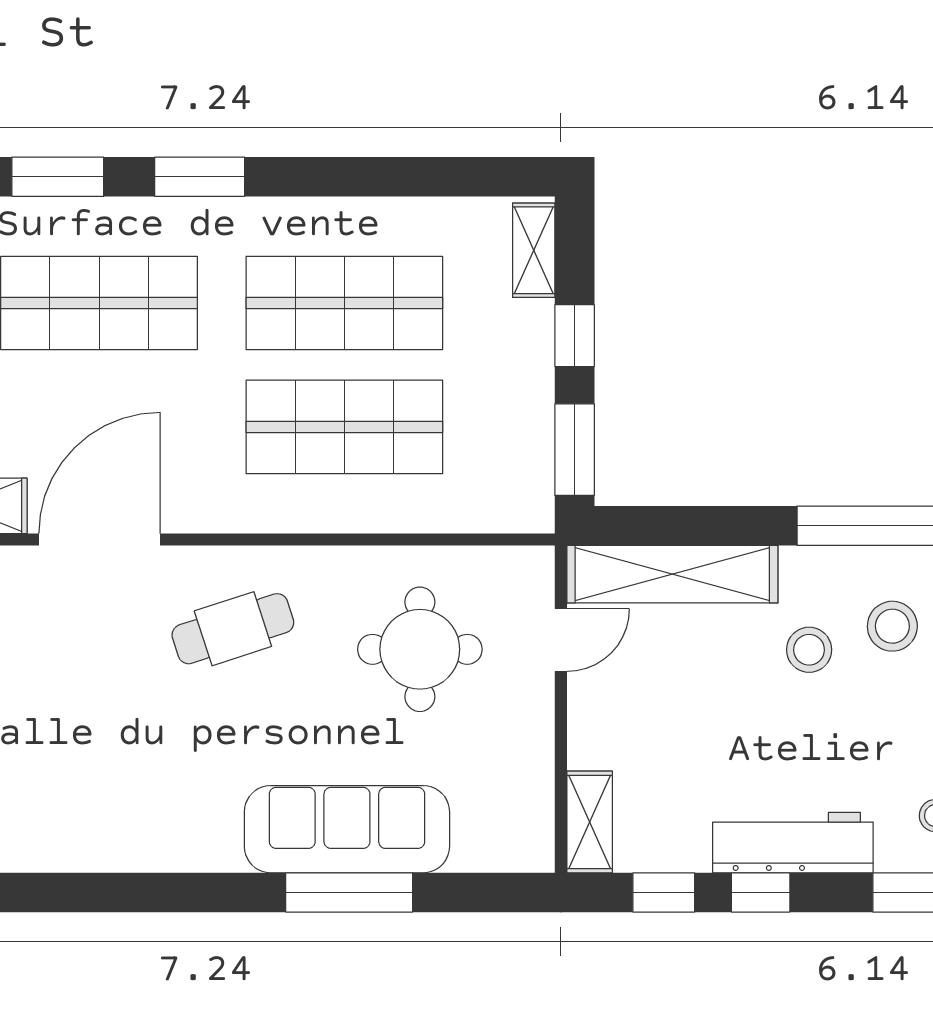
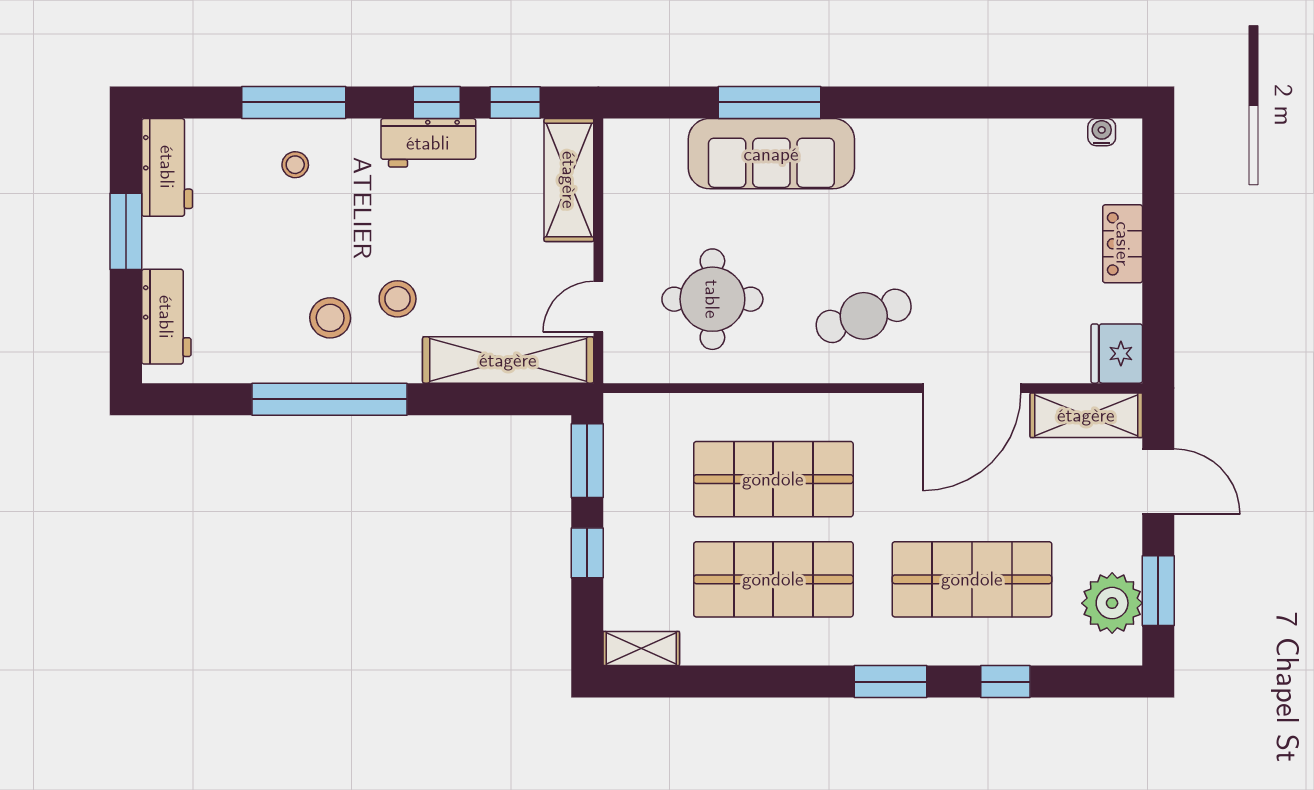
window: (58, 177) -> (1005, 682), width x0.67
shelving: (534, 250) -> (641, 648), moved, turned 90
shelving: (590, 822) -> (569, 180), width x1.50, depth x1.33
workbench: (793, 843) -> (428, 143), width x0.73

